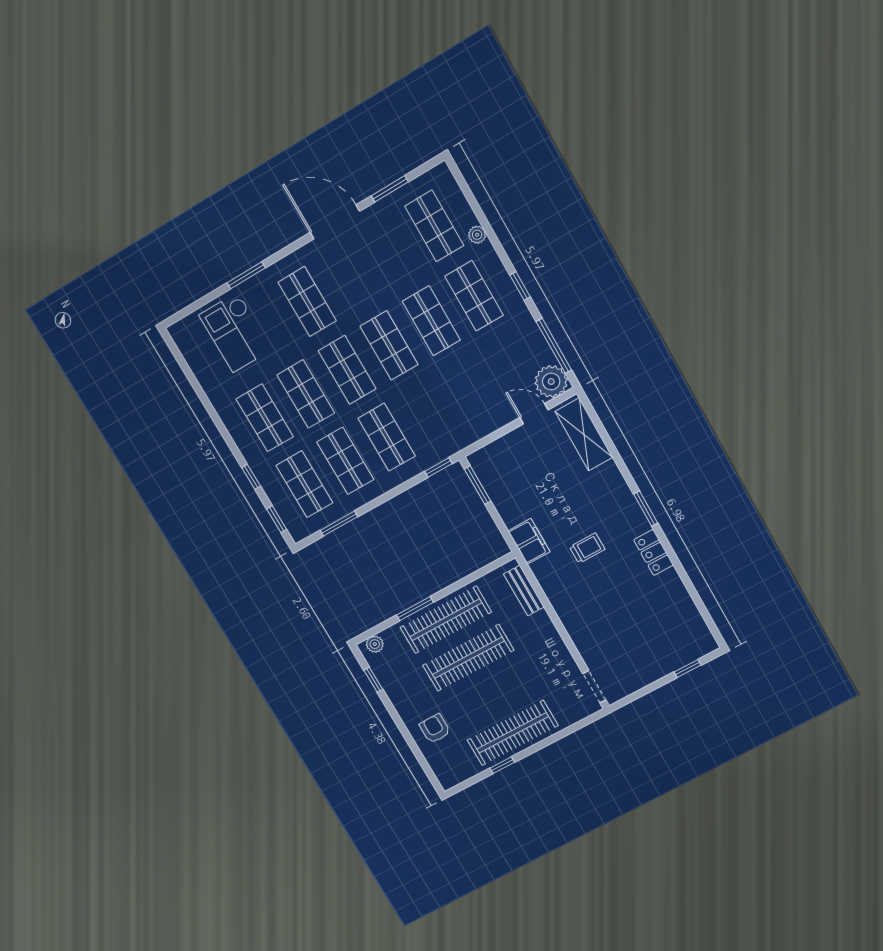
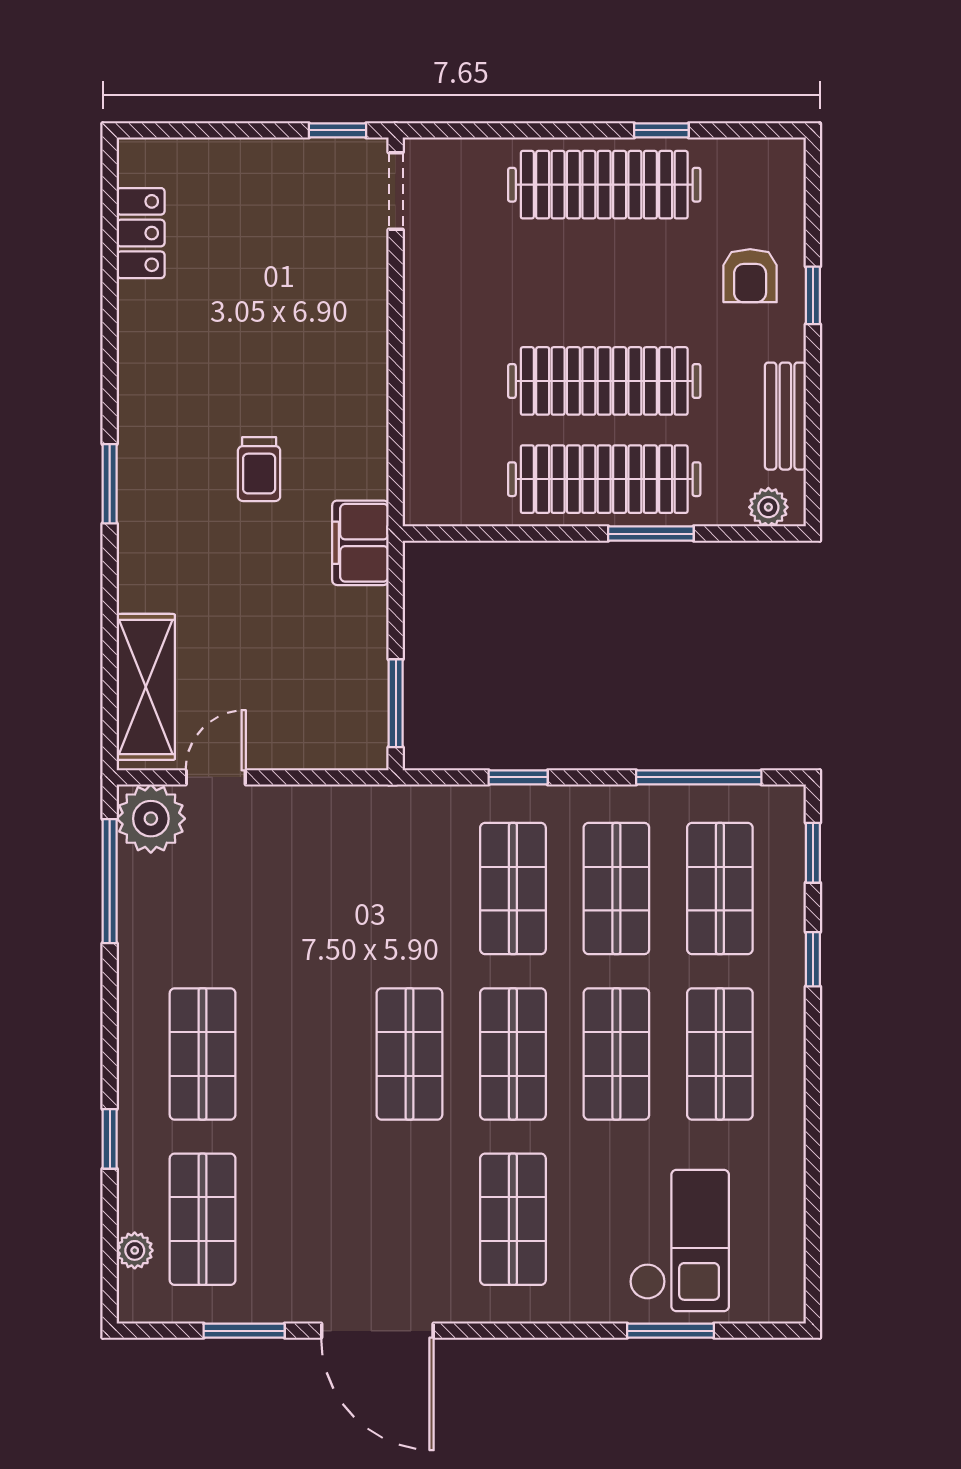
plant: (477, 235) -> (135, 1250), moved
window: (246, 275) -> (671, 1331), moved
window: (520, 286) -> (110, 1139), moved
shop shelf: (431, 321) -> (306, 1054), removed
door: (534, 414) -> (216, 777), swing flipped
window: (438, 468) -> (518, 777), moved
window: (339, 524) -> (699, 777), width x1.44
trolley: (587, 548) -> (259, 469), turned -90
locker: (654, 552) -> (141, 233), moved
bench: (524, 590) -> (785, 416), moved
window: (688, 668) -> (337, 130), moved
window: (373, 680) -> (813, 295), moved

